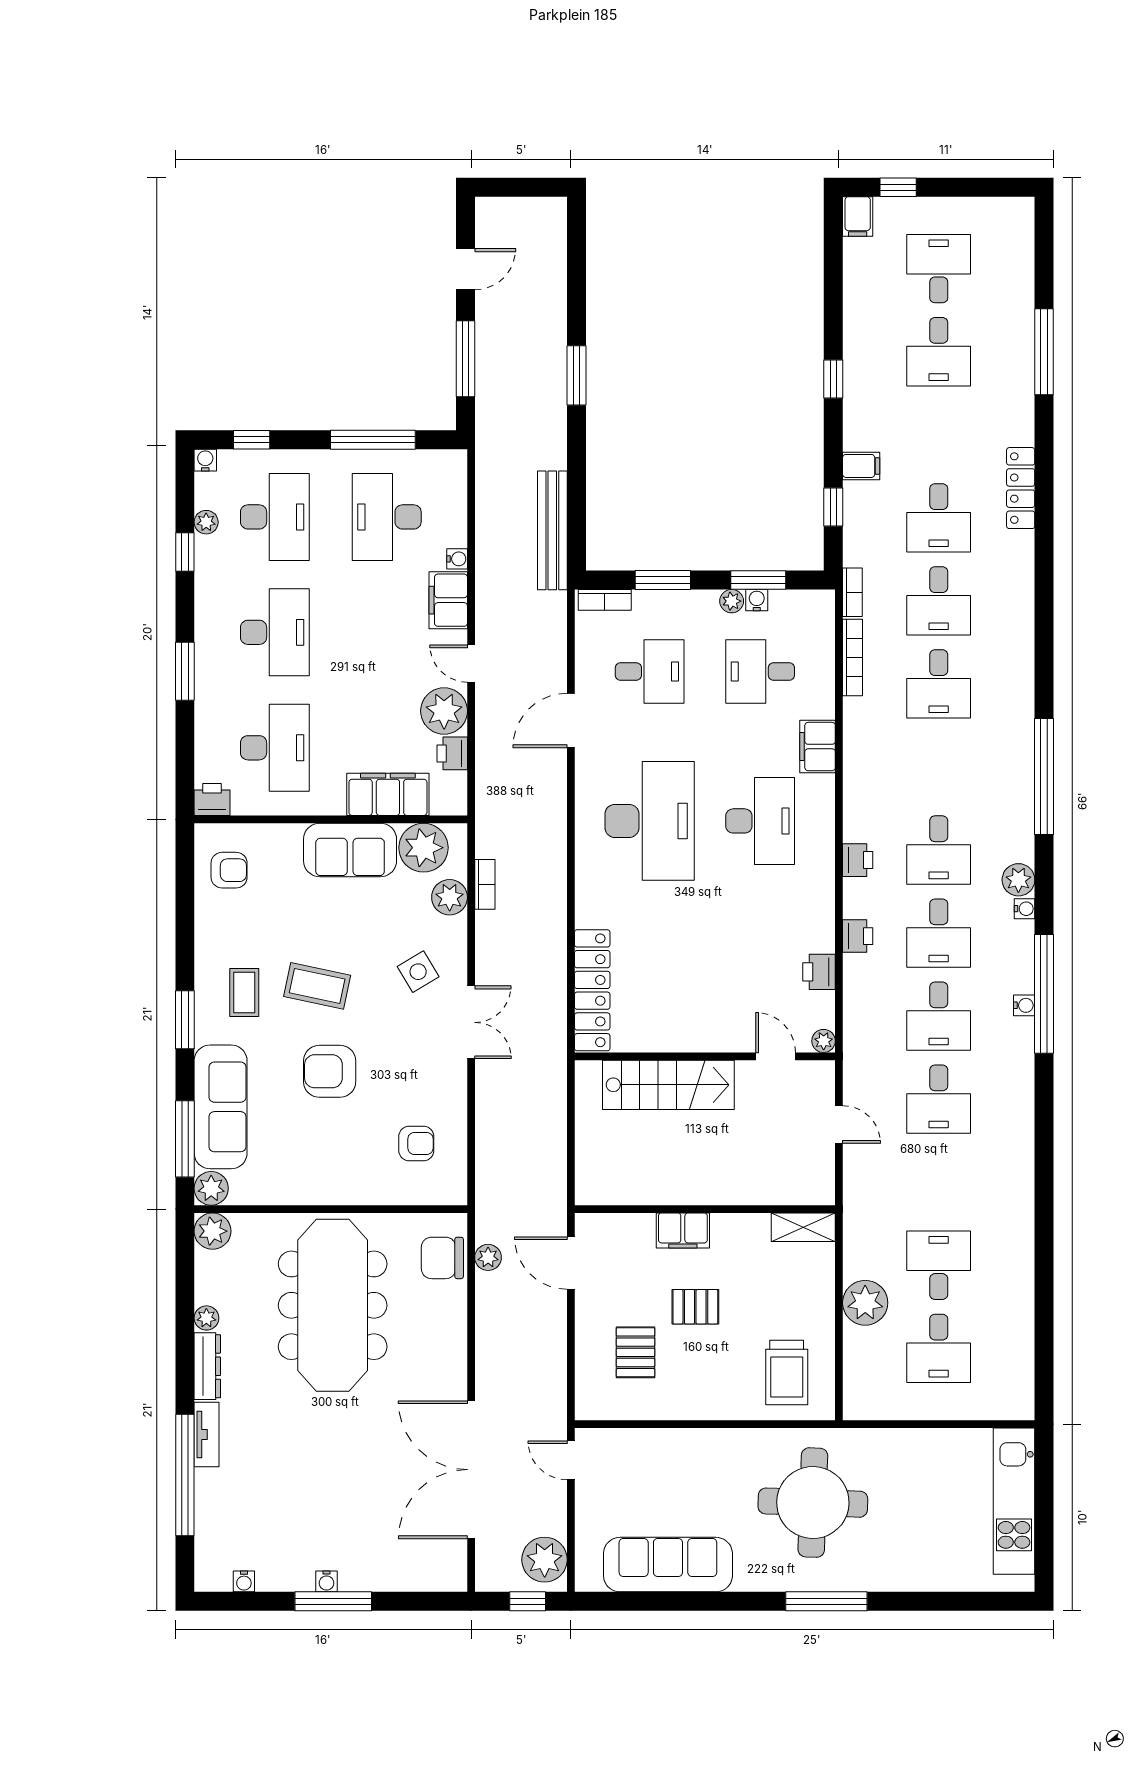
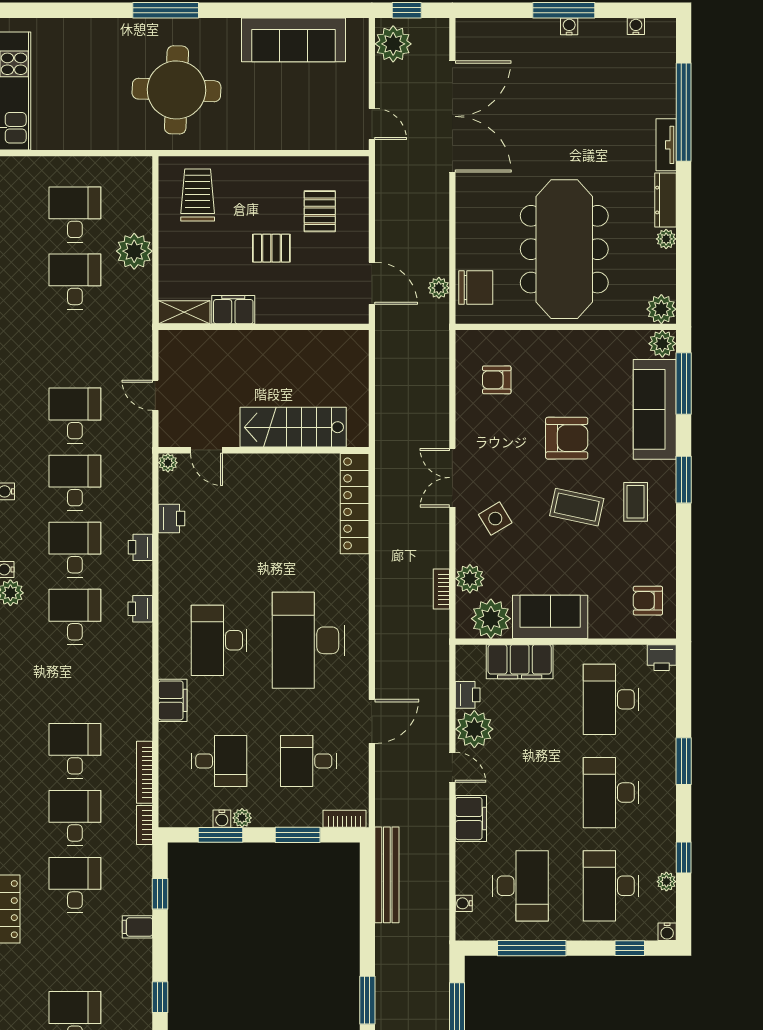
water cooler: (457, 559) -> (464, 903), moved
filing cabinet: (683, 1230) -> (233, 310), moved
desk: (939, 1265) -> (75, 282), turned 180

